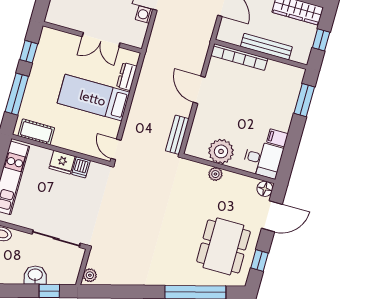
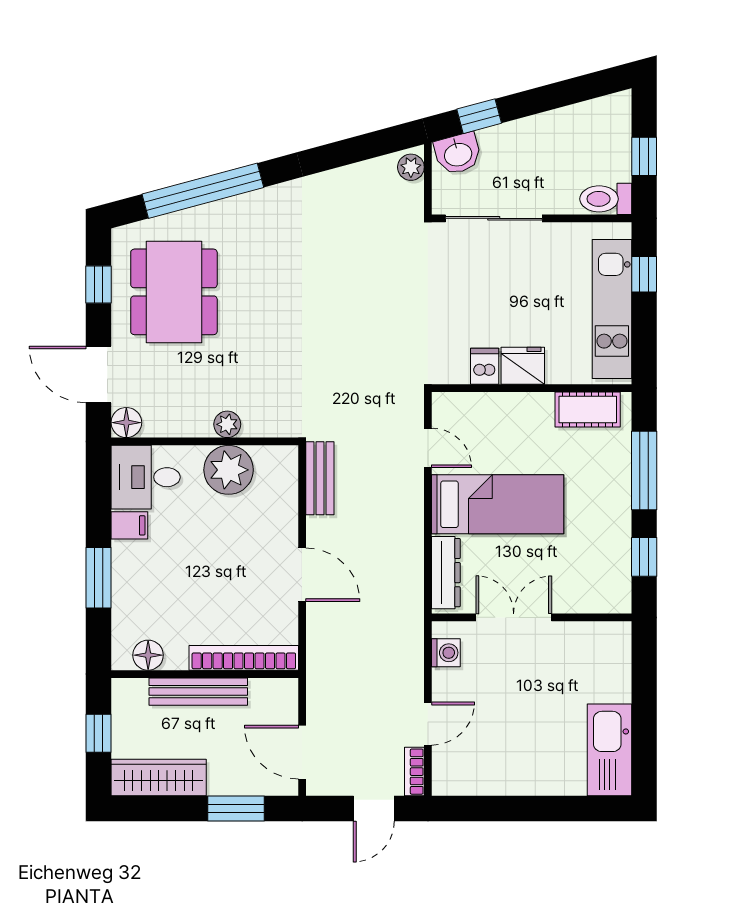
washing machine: (144, 15) -> (446, 653), moved
floor lamp: (286, 71) -> (148, 655), added
dresser: (127, 77) -> (446, 573), width x1.44
window: (304, 100) -> (99, 578), moved
door: (116, 149) -> (428, 448), moved
door: (272, 216) -> (99, 374), hinge flipped
washbasin: (35, 275) -> (458, 154), moved

